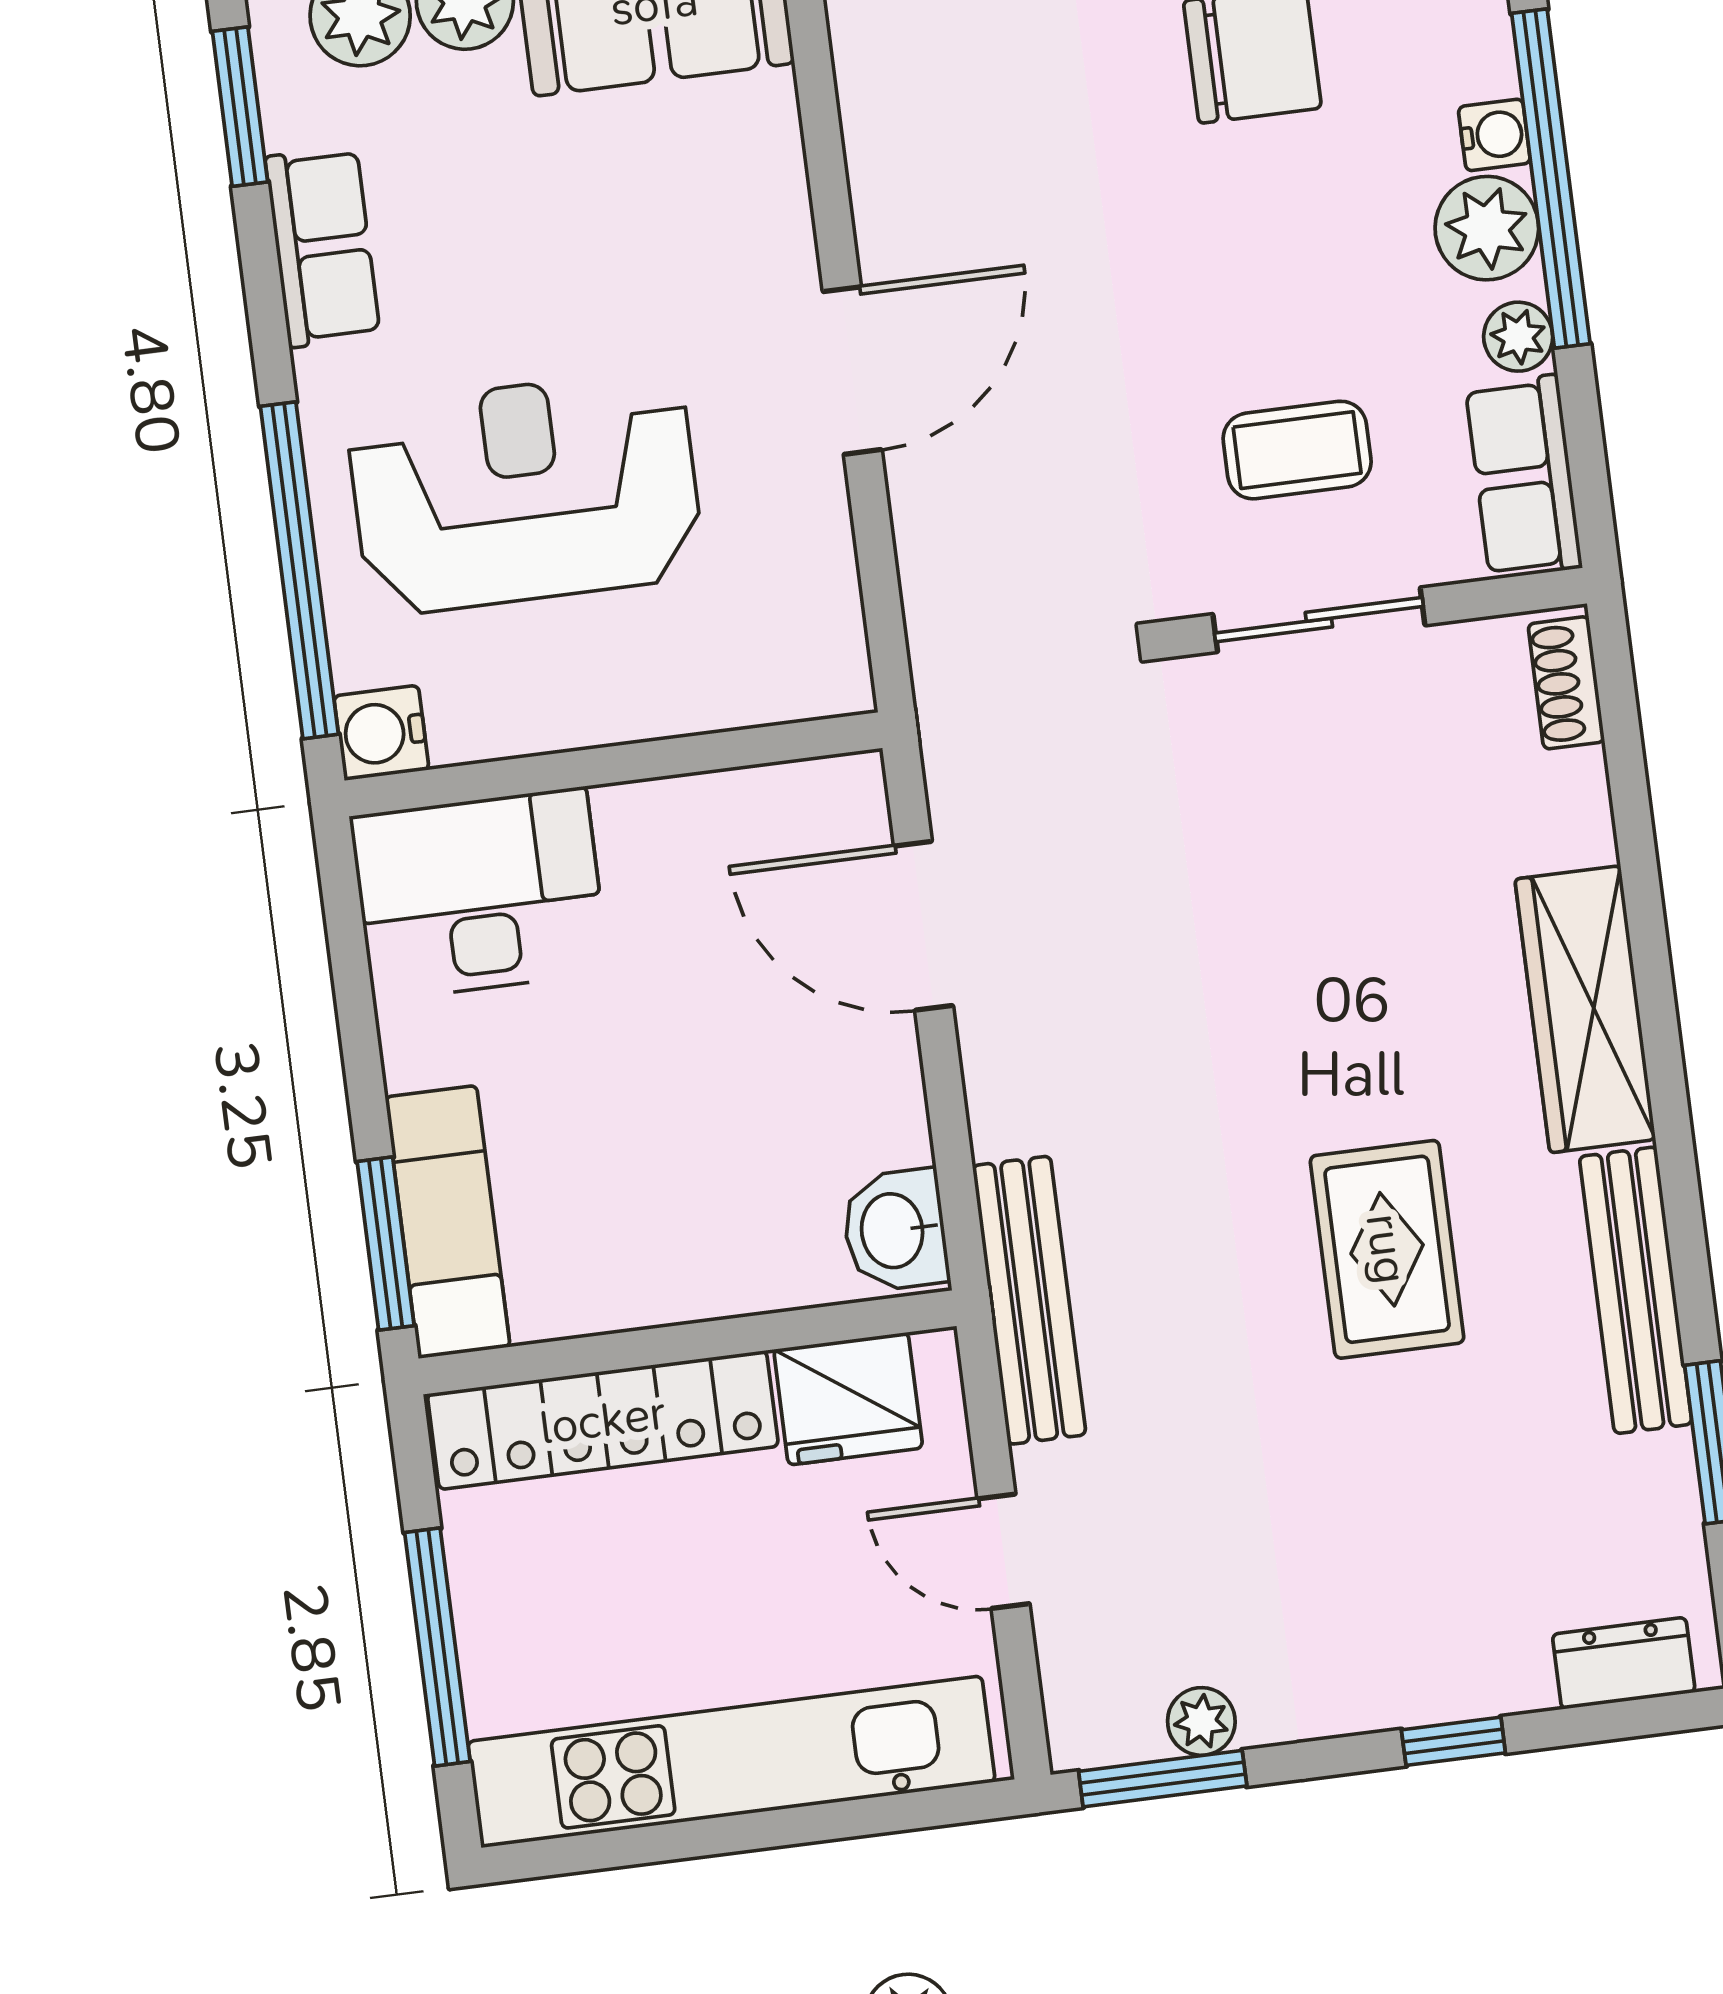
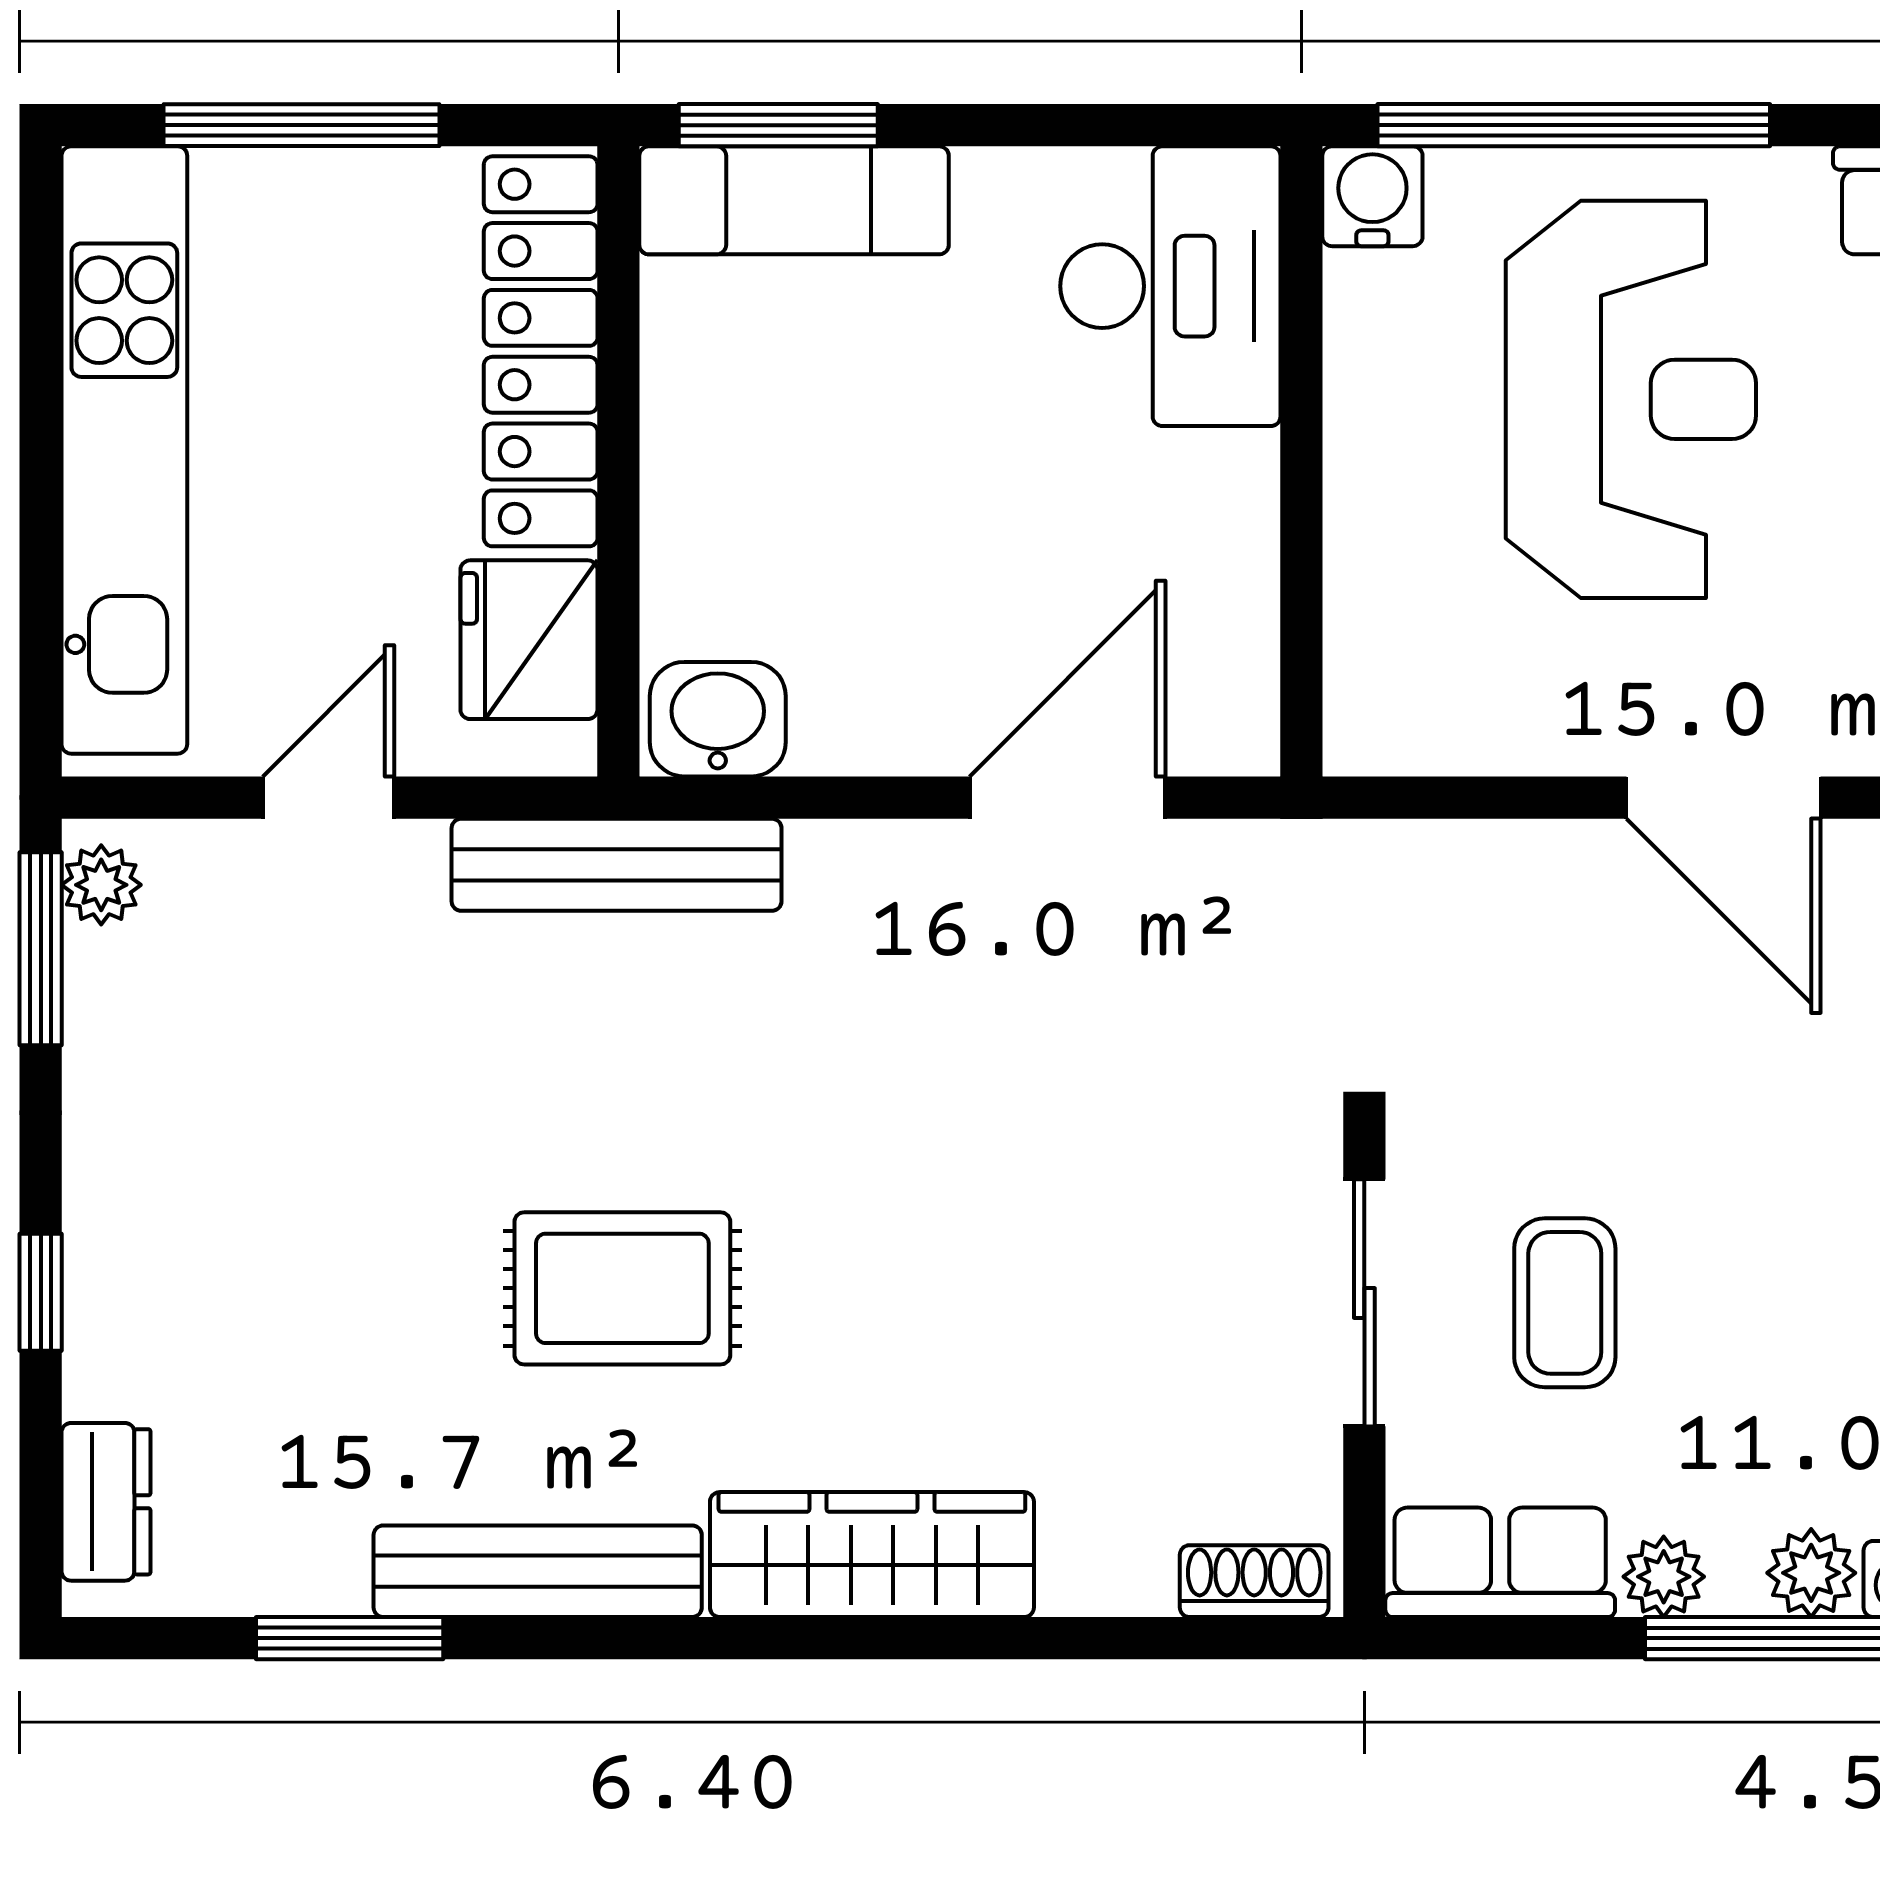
plant: (1487, 228) -> (1811, 1573), width x0.73, depth x0.73
plant: (1201, 1721) -> (101, 885), moved

